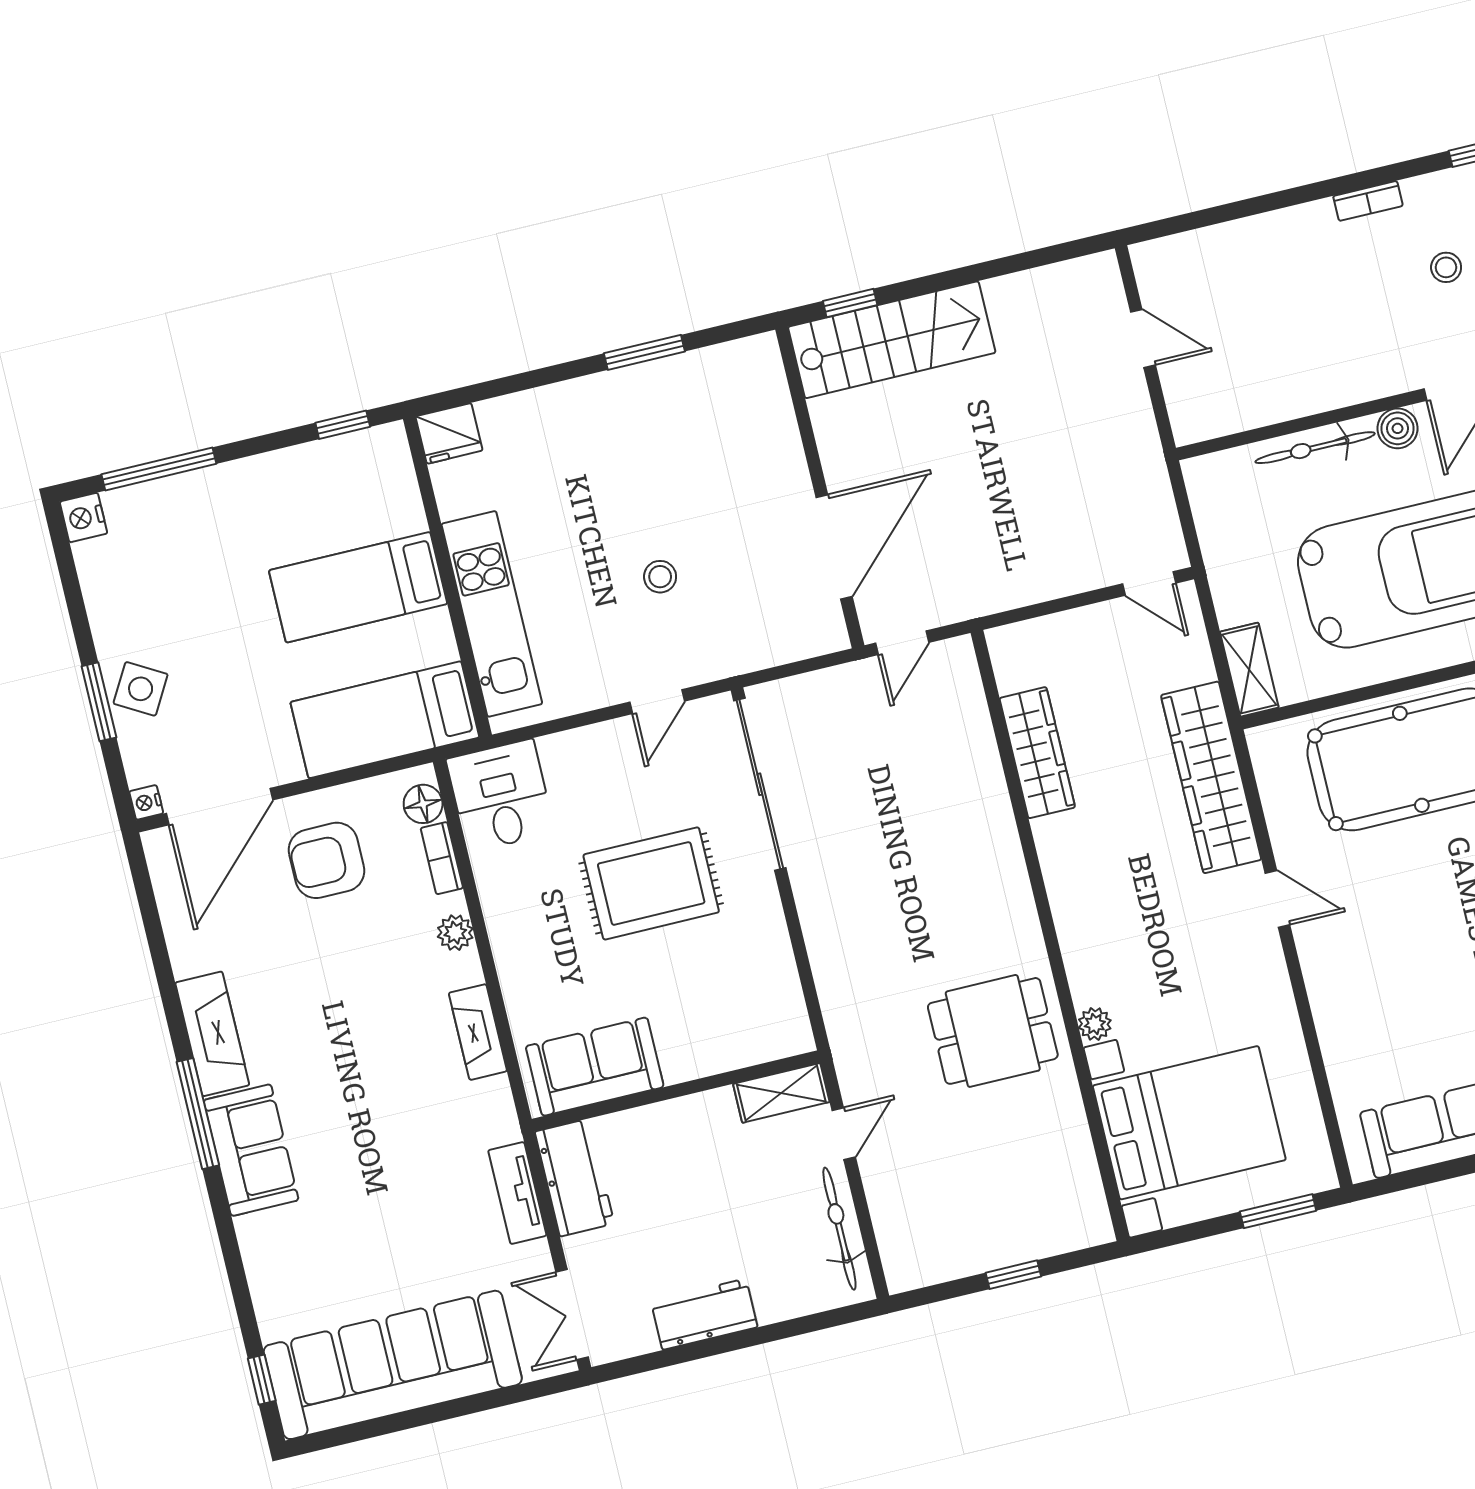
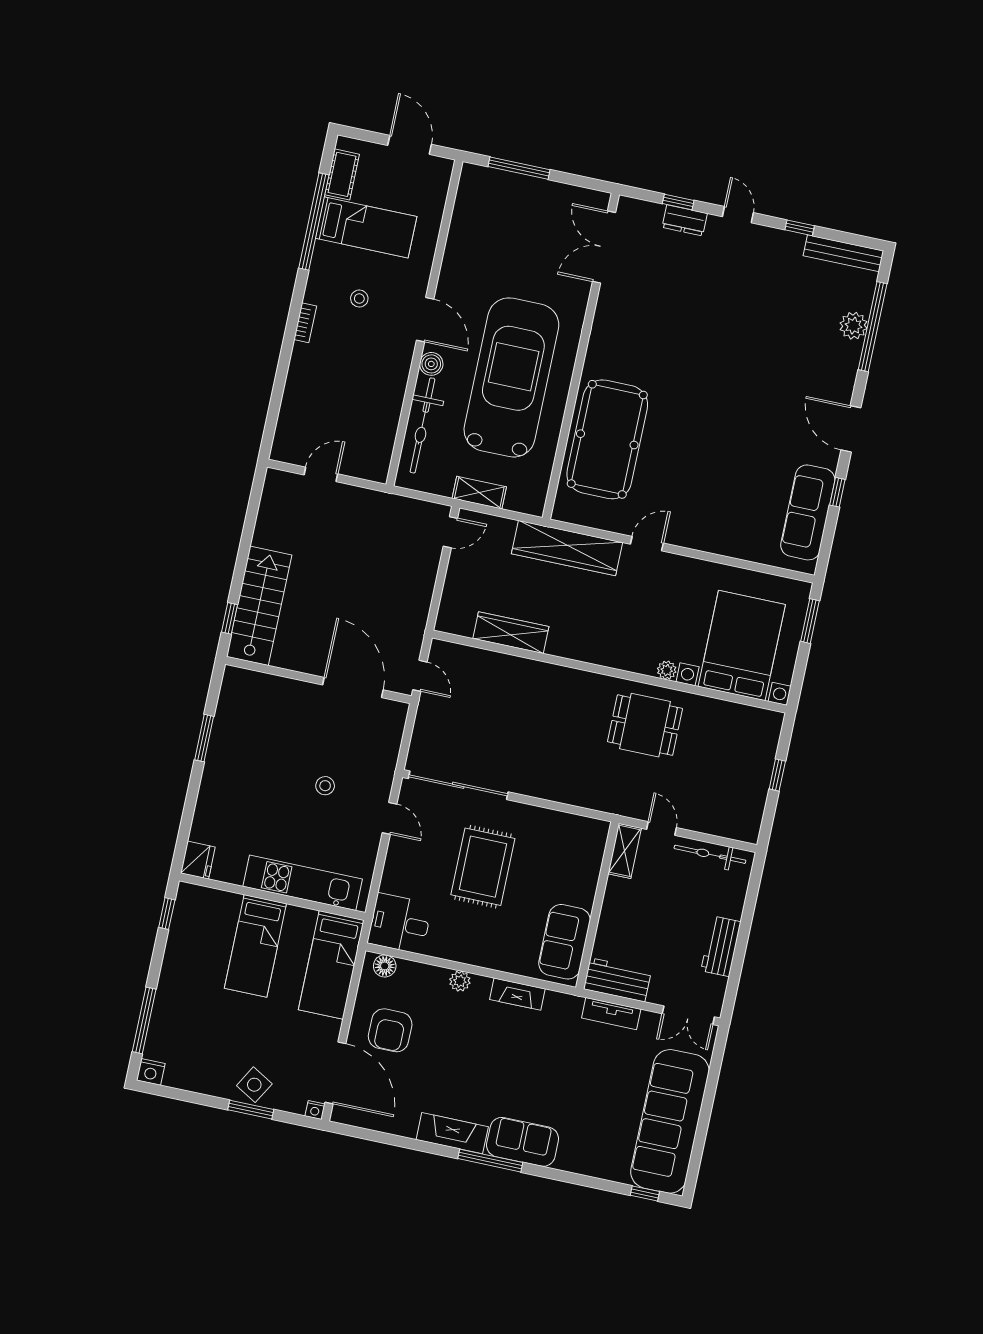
bicycle: (1315, 448) -> (422, 425), width x1.37, depth x1.40
shelving: (1249, 670) -> (479, 493), moved
bookcase: (442, 858) -> (418, 970), removed
dining table: (993, 1031) -> (645, 725), turned 90

